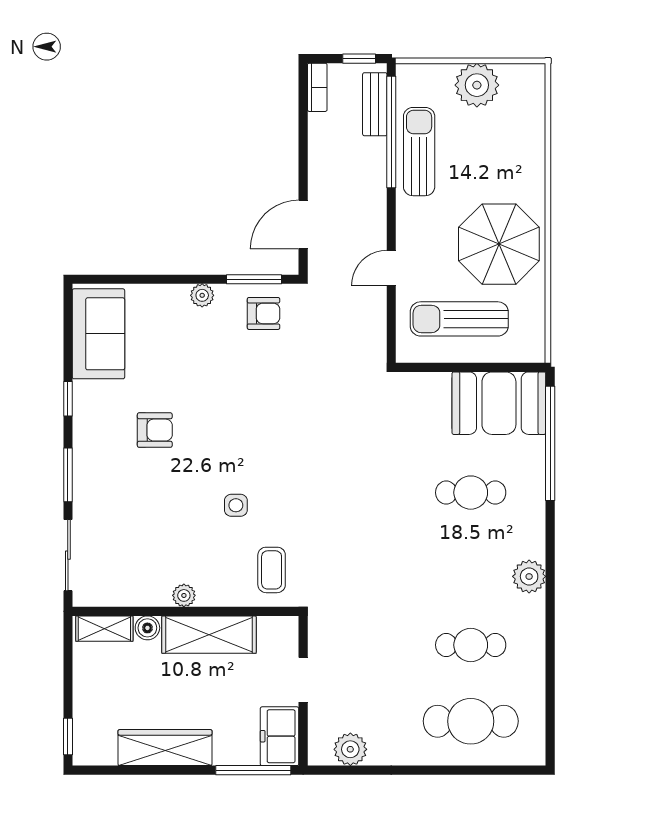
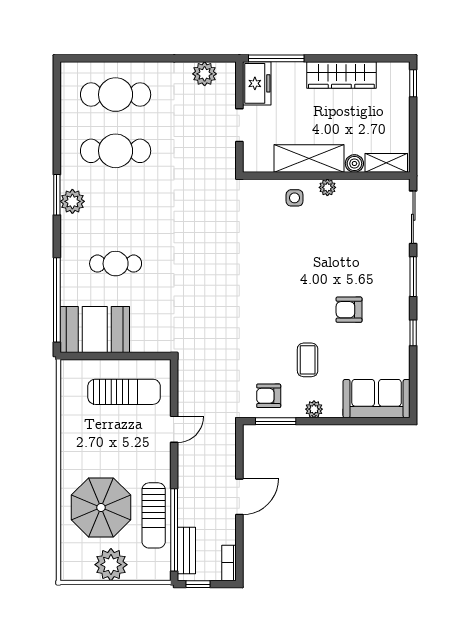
door: (303, 225) -> (239, 497), moved
parasol: (499, 244) -> (101, 507), moved
sofa: (98, 334) -> (377, 399), moved, turned 90
side table: (236, 505) -> (295, 198), moved
coffee table: (272, 570) -> (308, 360), moved
window: (550, 586) -> (57, 195), added
cafe table: (471, 645) -> (116, 151), width x1.37, depth x1.35

